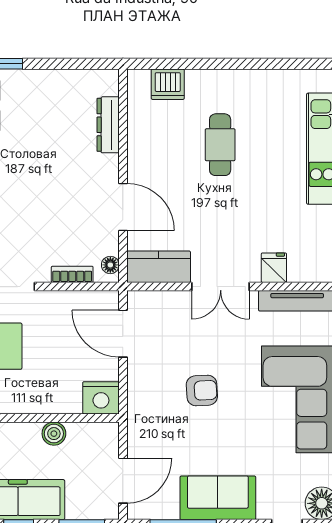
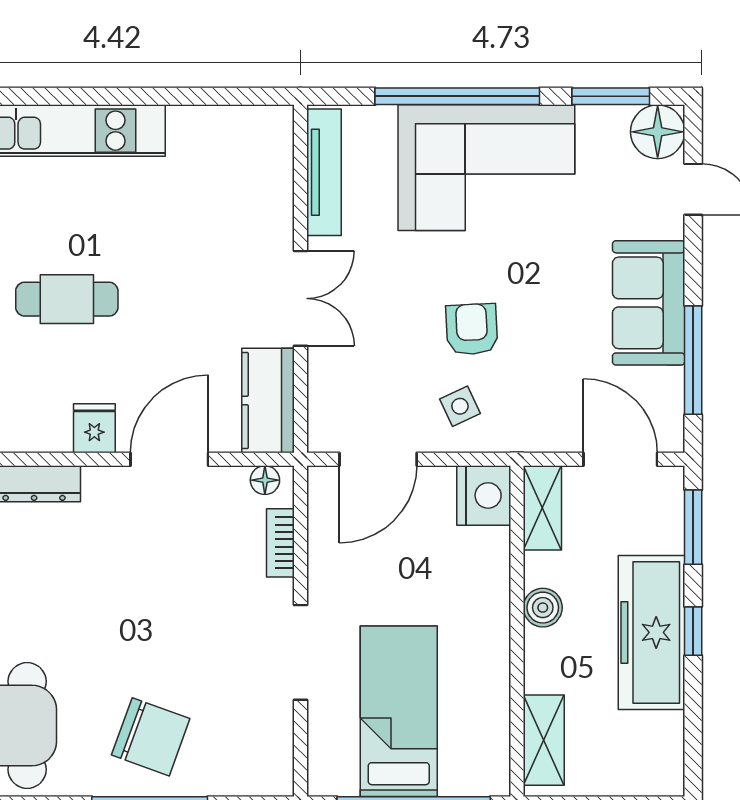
fridge: (274, 268) -> (94, 428), moved, turned 90
side table: (155, 383) -> (460, 406), added
shelving: (93, 433) -> (542, 508), added
boiler: (54, 434) -> (543, 608), moved

